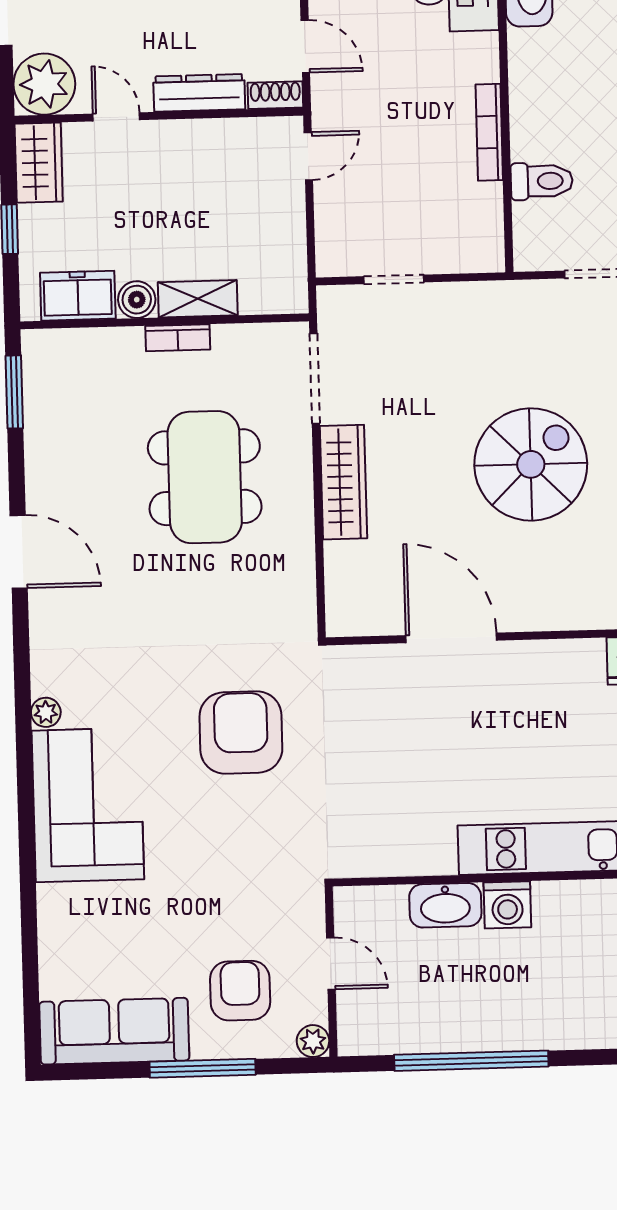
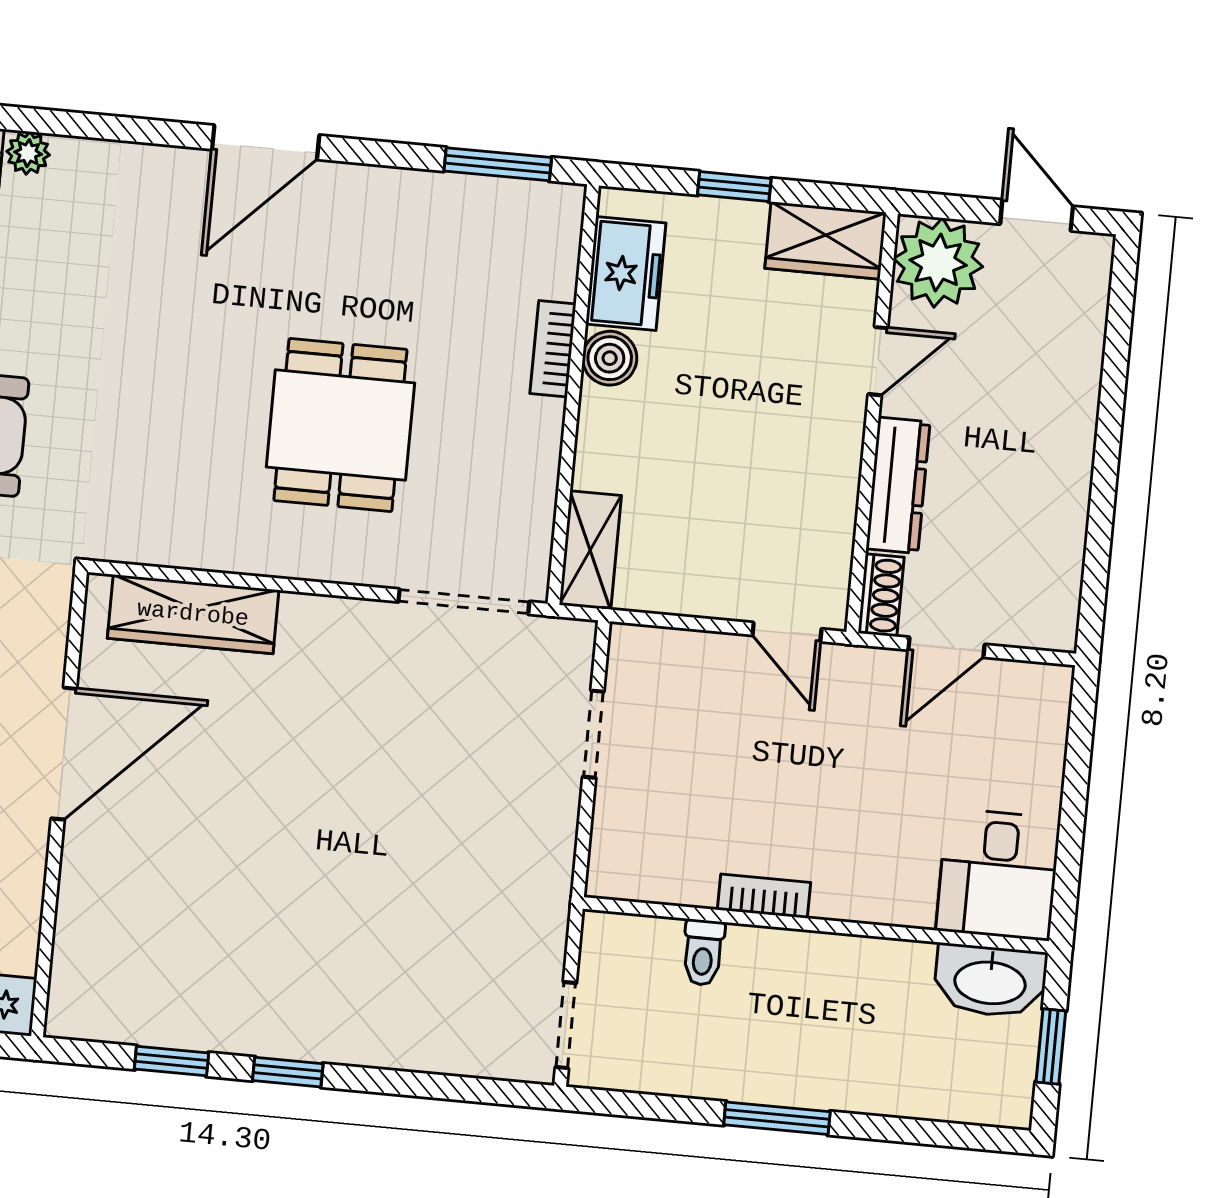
bookcase: (489, 132) -> (764, 896), width x0.64
toilet: (542, 181) -> (703, 952), width x0.73, depth x0.72
shelving: (198, 299) -> (590, 550), moved
bookcase: (178, 338) -> (553, 349), moved
spiral stairs: (531, 464) -> (301, 900), removed
dining table: (205, 477) -> (340, 425), width x0.73
wardrobe: (343, 482) -> (193, 614), moved

